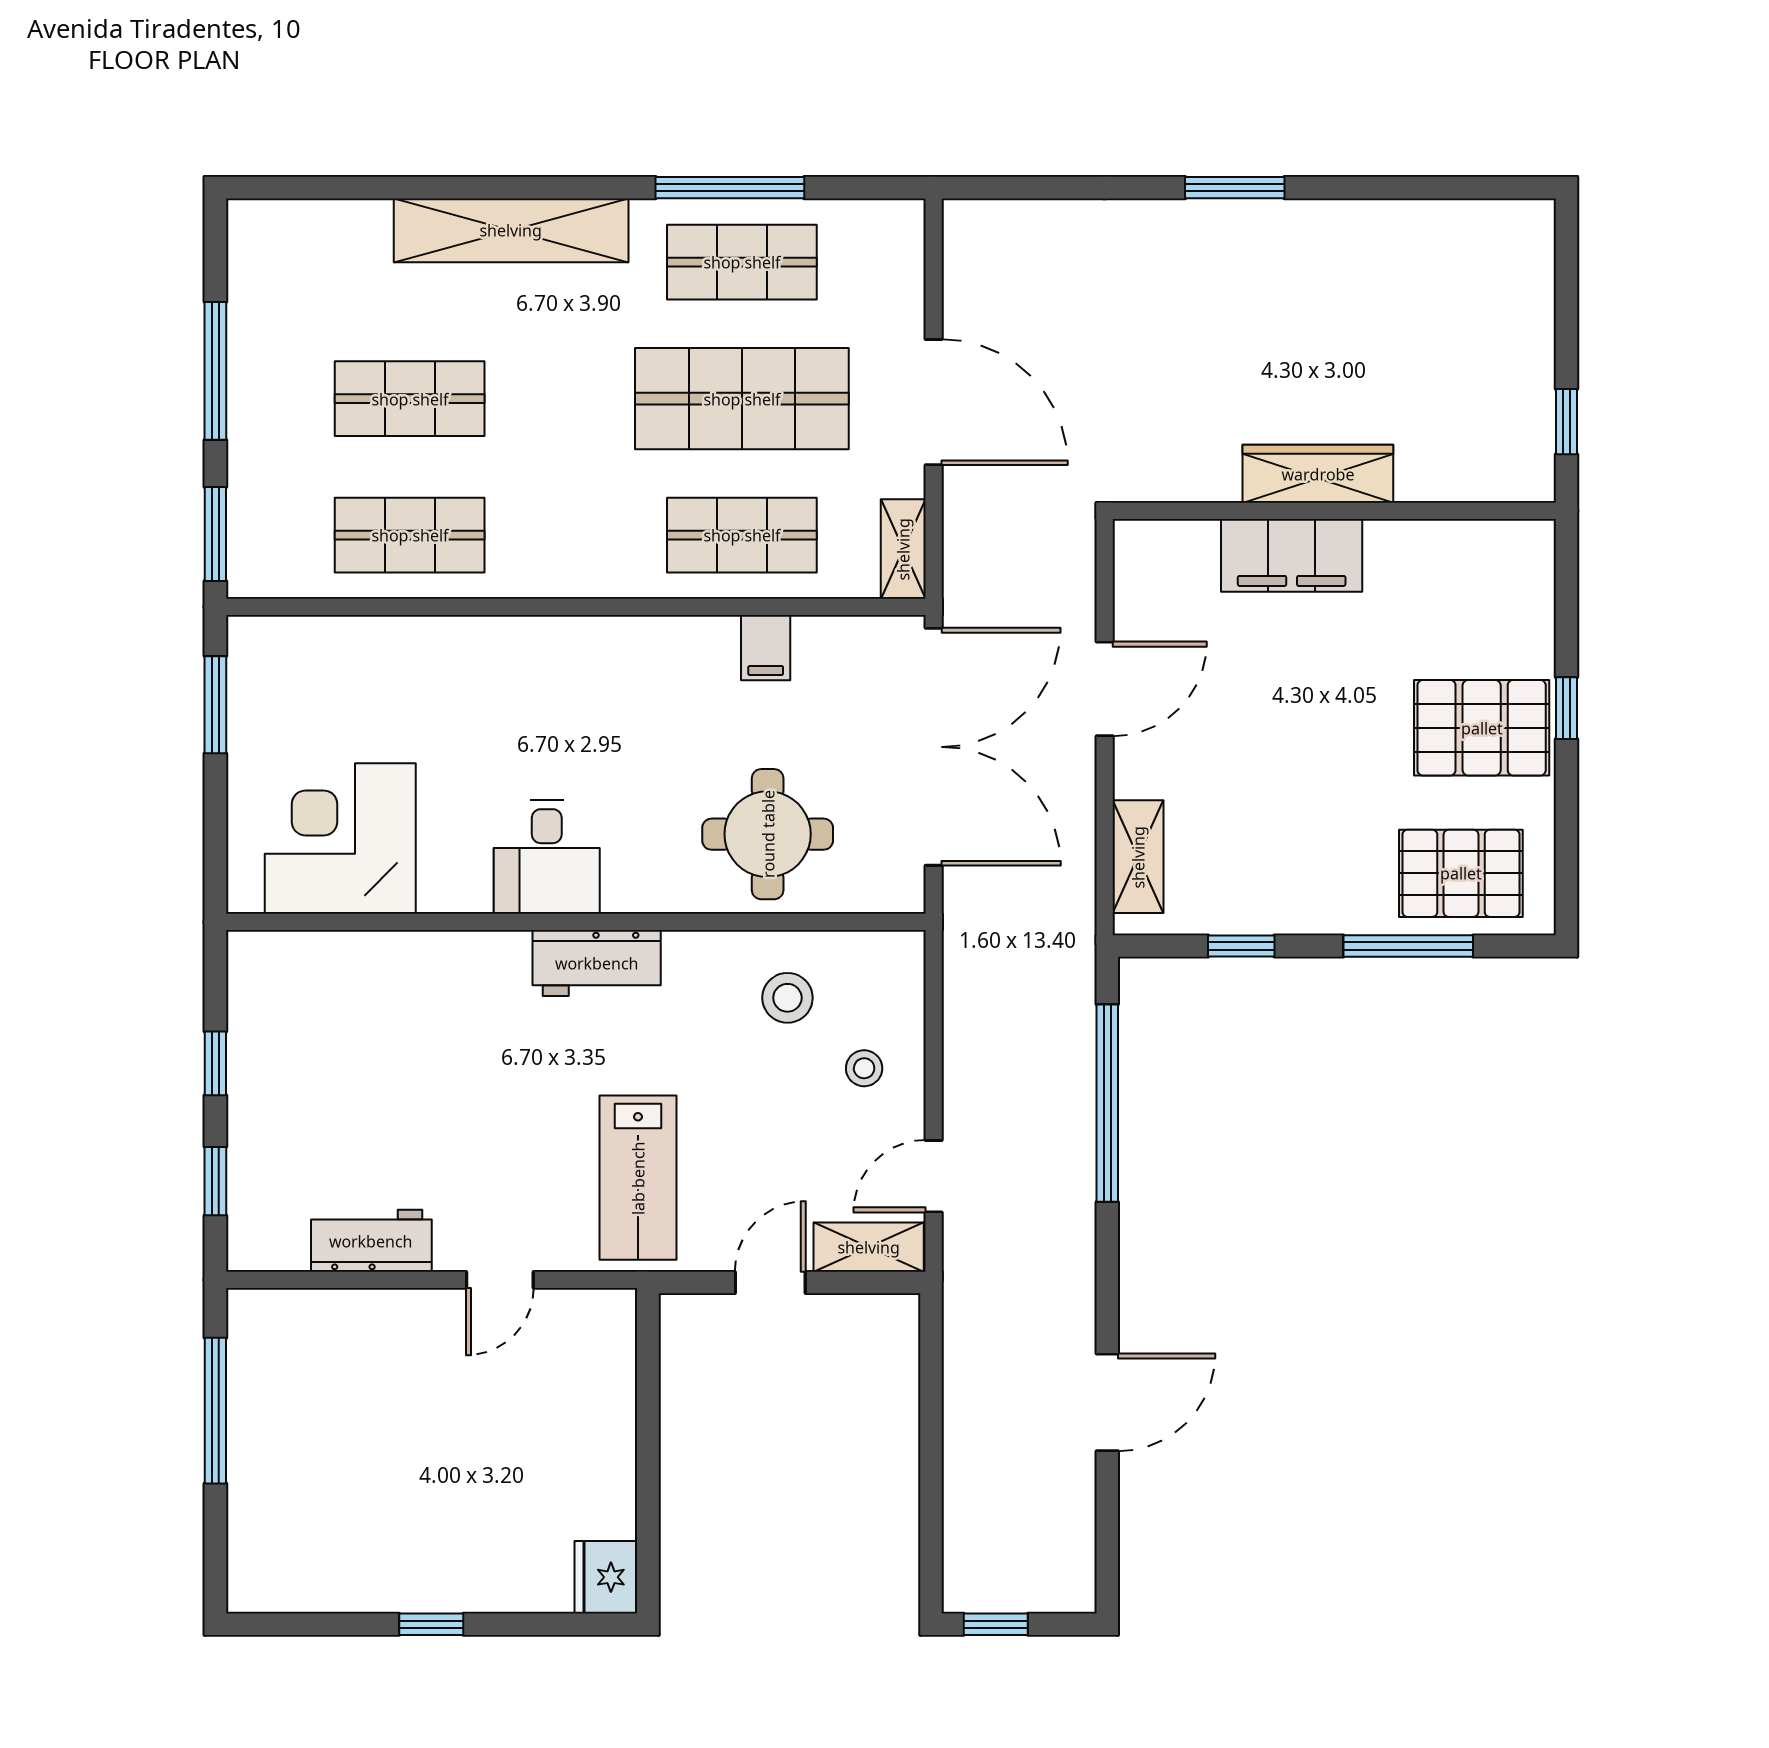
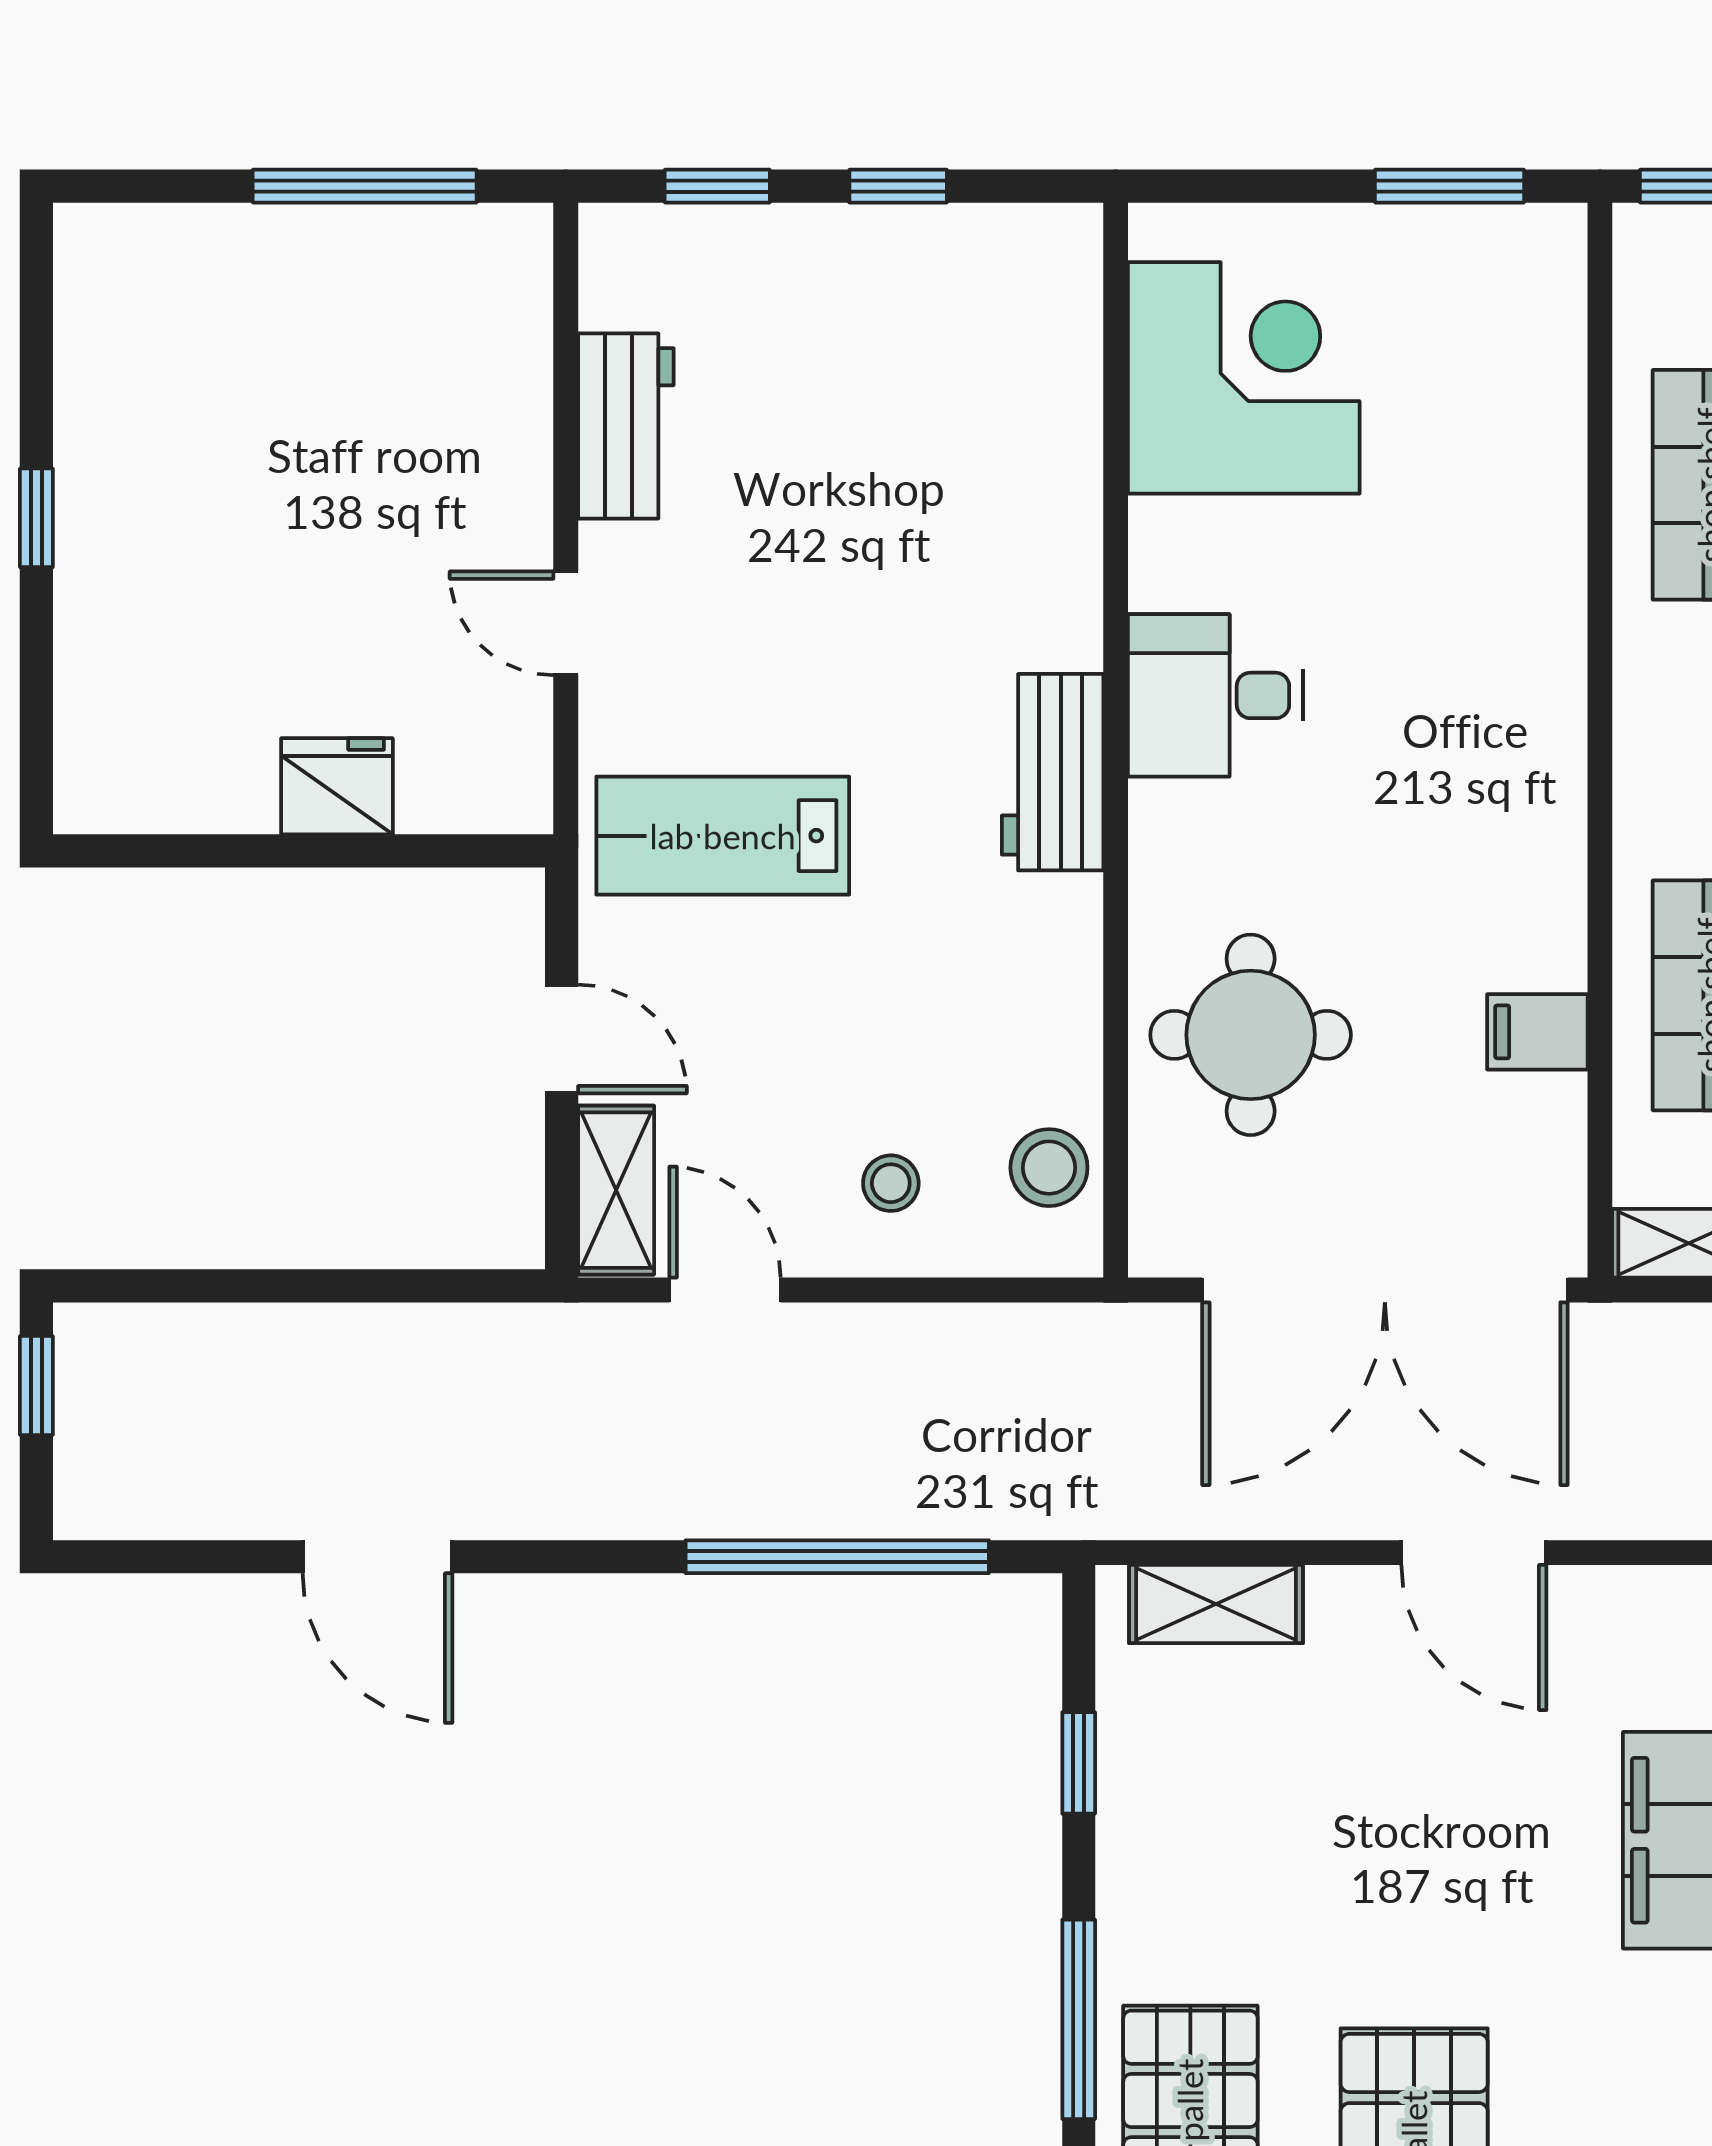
stool: (787, 998) -> (1049, 1168), moved
fridge: (606, 1577) -> (337, 786), moved

